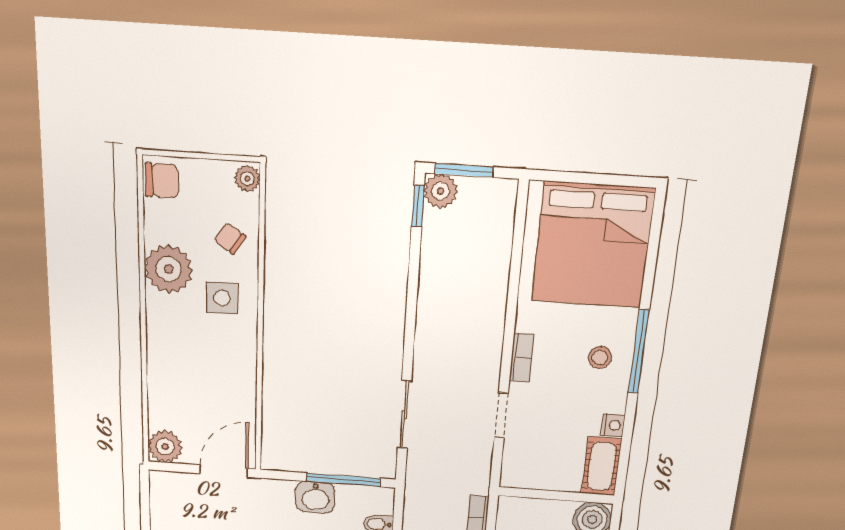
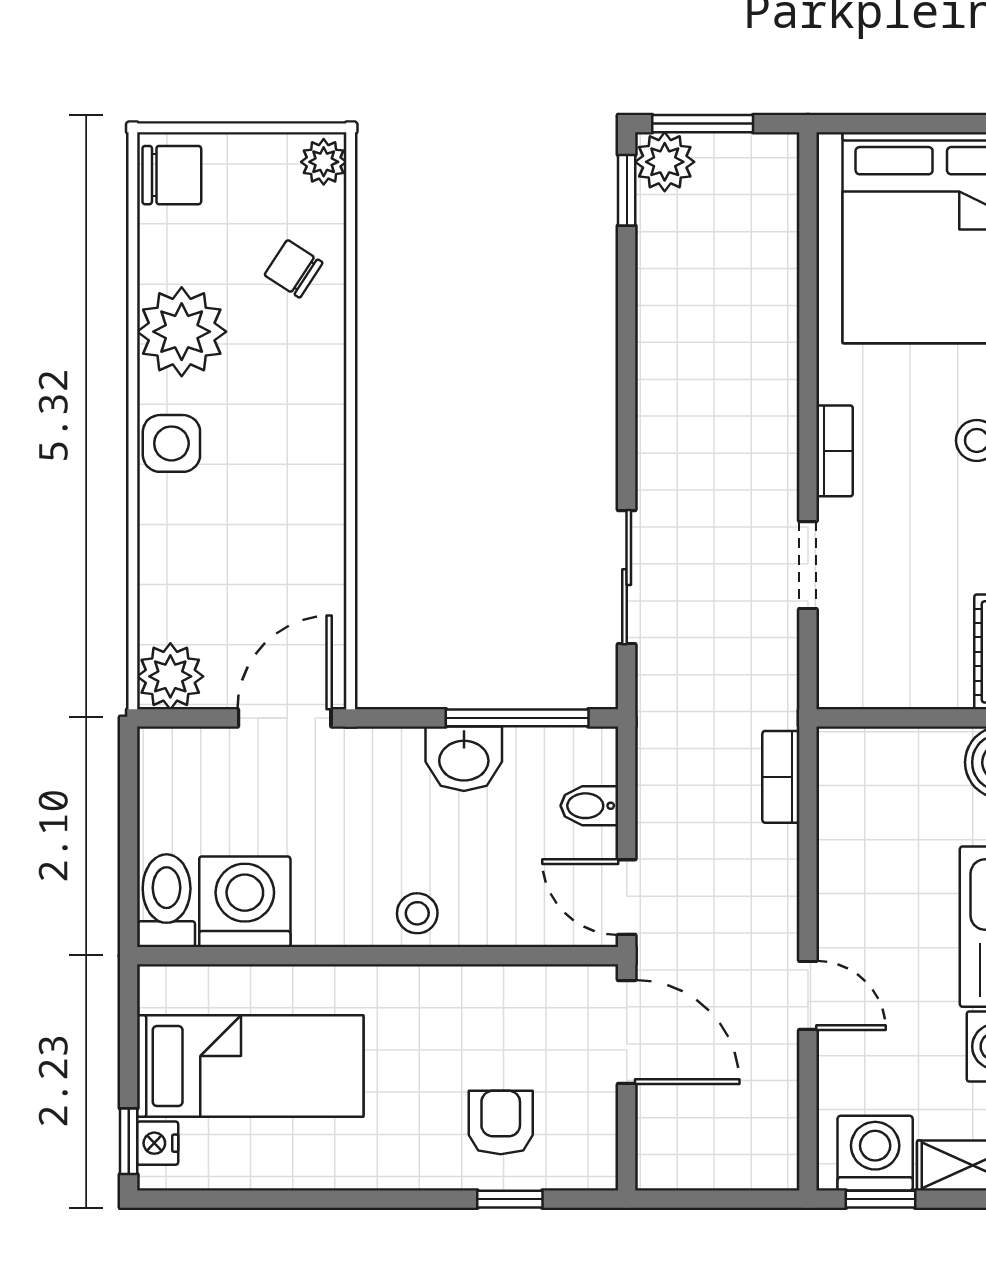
side table: (222, 298) -> (171, 443), moved

